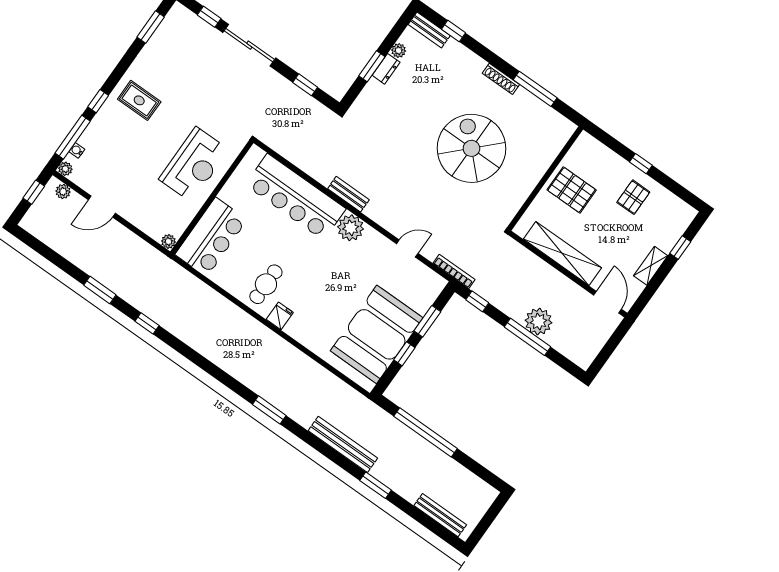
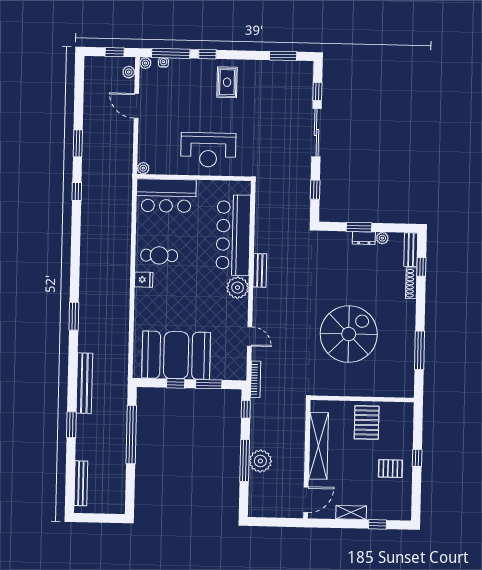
shoe rack: (501, 79) -> (411, 283), moved

